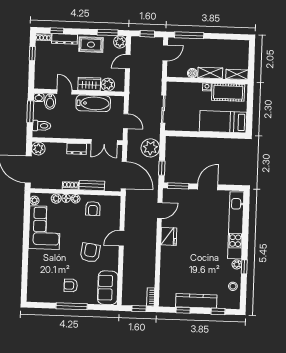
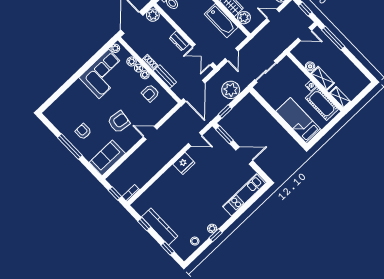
kitchen unit: (236, 225) -> (244, 195), width x0.73

